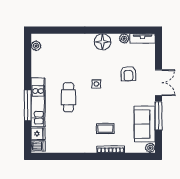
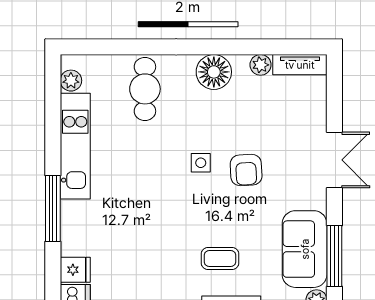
armchair: (128, 74) -> (246, 170), moved
cafe table: (68, 97) -> (145, 89), moved
kitchen unit: (38, 102) -> (75, 146), moved
window: (158, 116) -> (334, 256), moved

